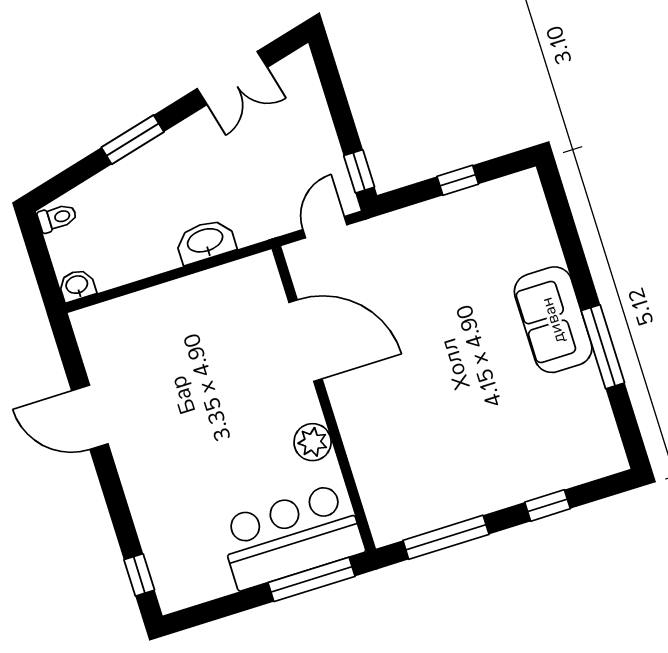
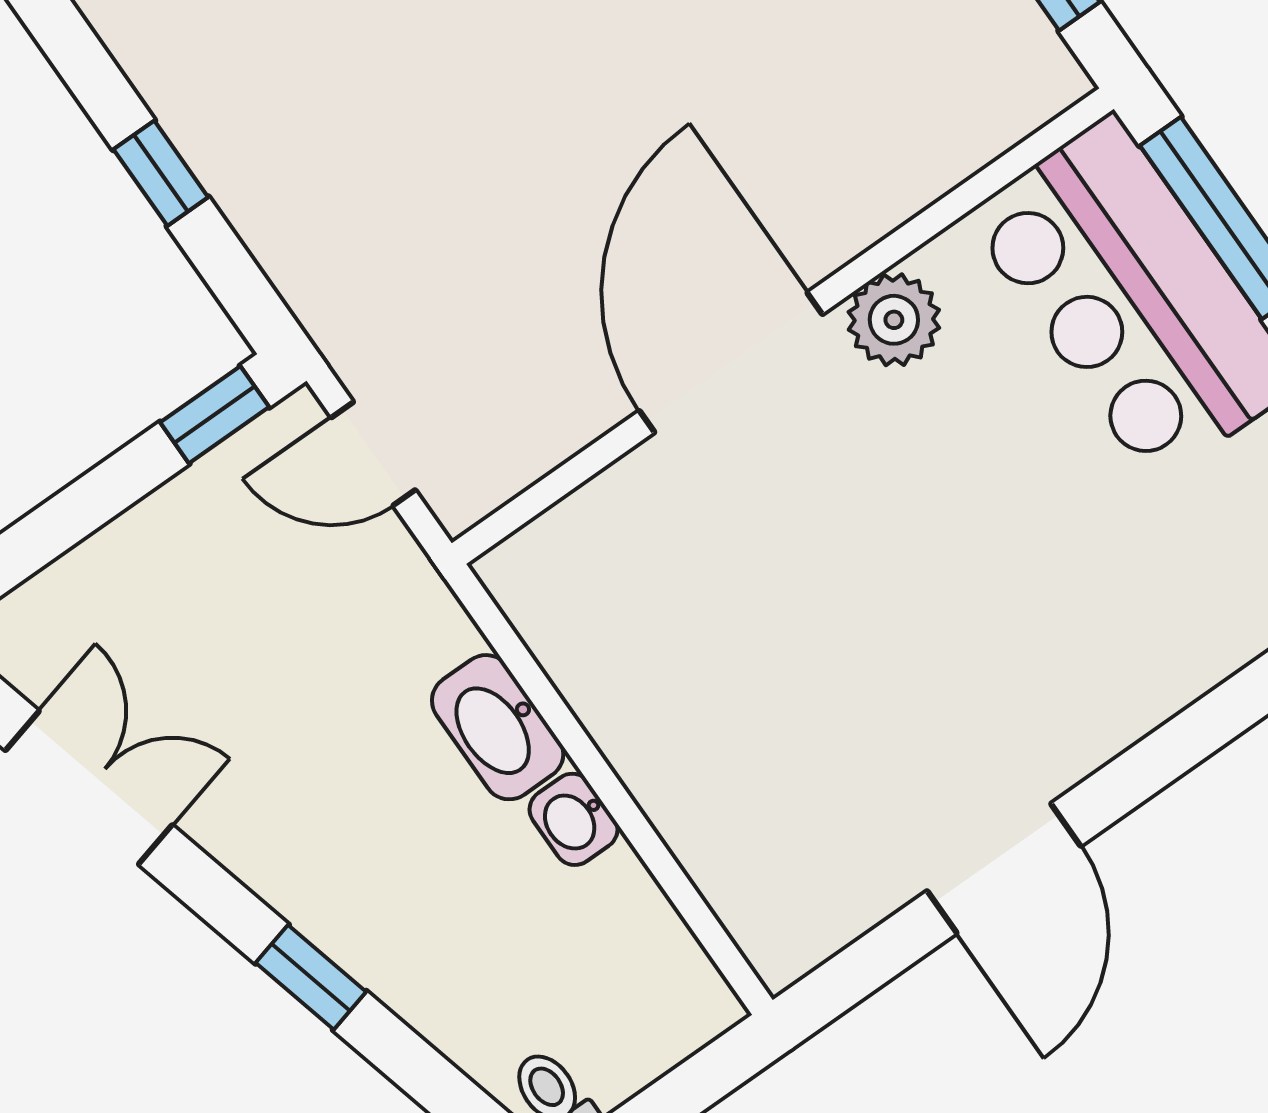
window: (133, 140) -> (311, 977), width x0.67
washbasin: (77, 285) -> (574, 819), moved
door: (305, 341) -> (731, 363), moved

